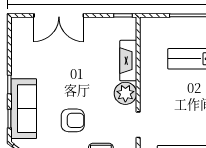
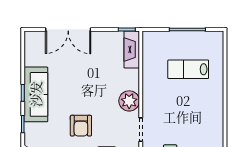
fireplace: (128, 61) -> (132, 50), moved
sofa: (24, 109) -> (36, 94), moved
armchair: (73, 120) -> (81, 126), turned 90

